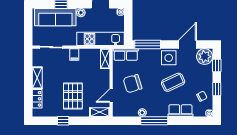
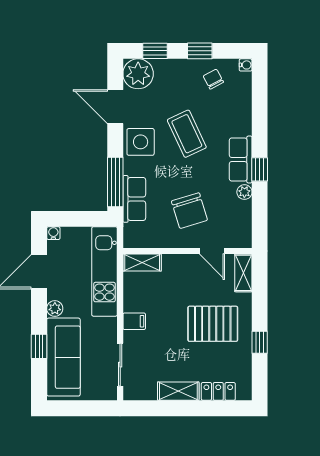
row of seats: (126, 55) -> (134, 199), moved
row of seats: (180, 111) -> (241, 160), moved
window: (154, 121) -> (260, 169), width x0.46

